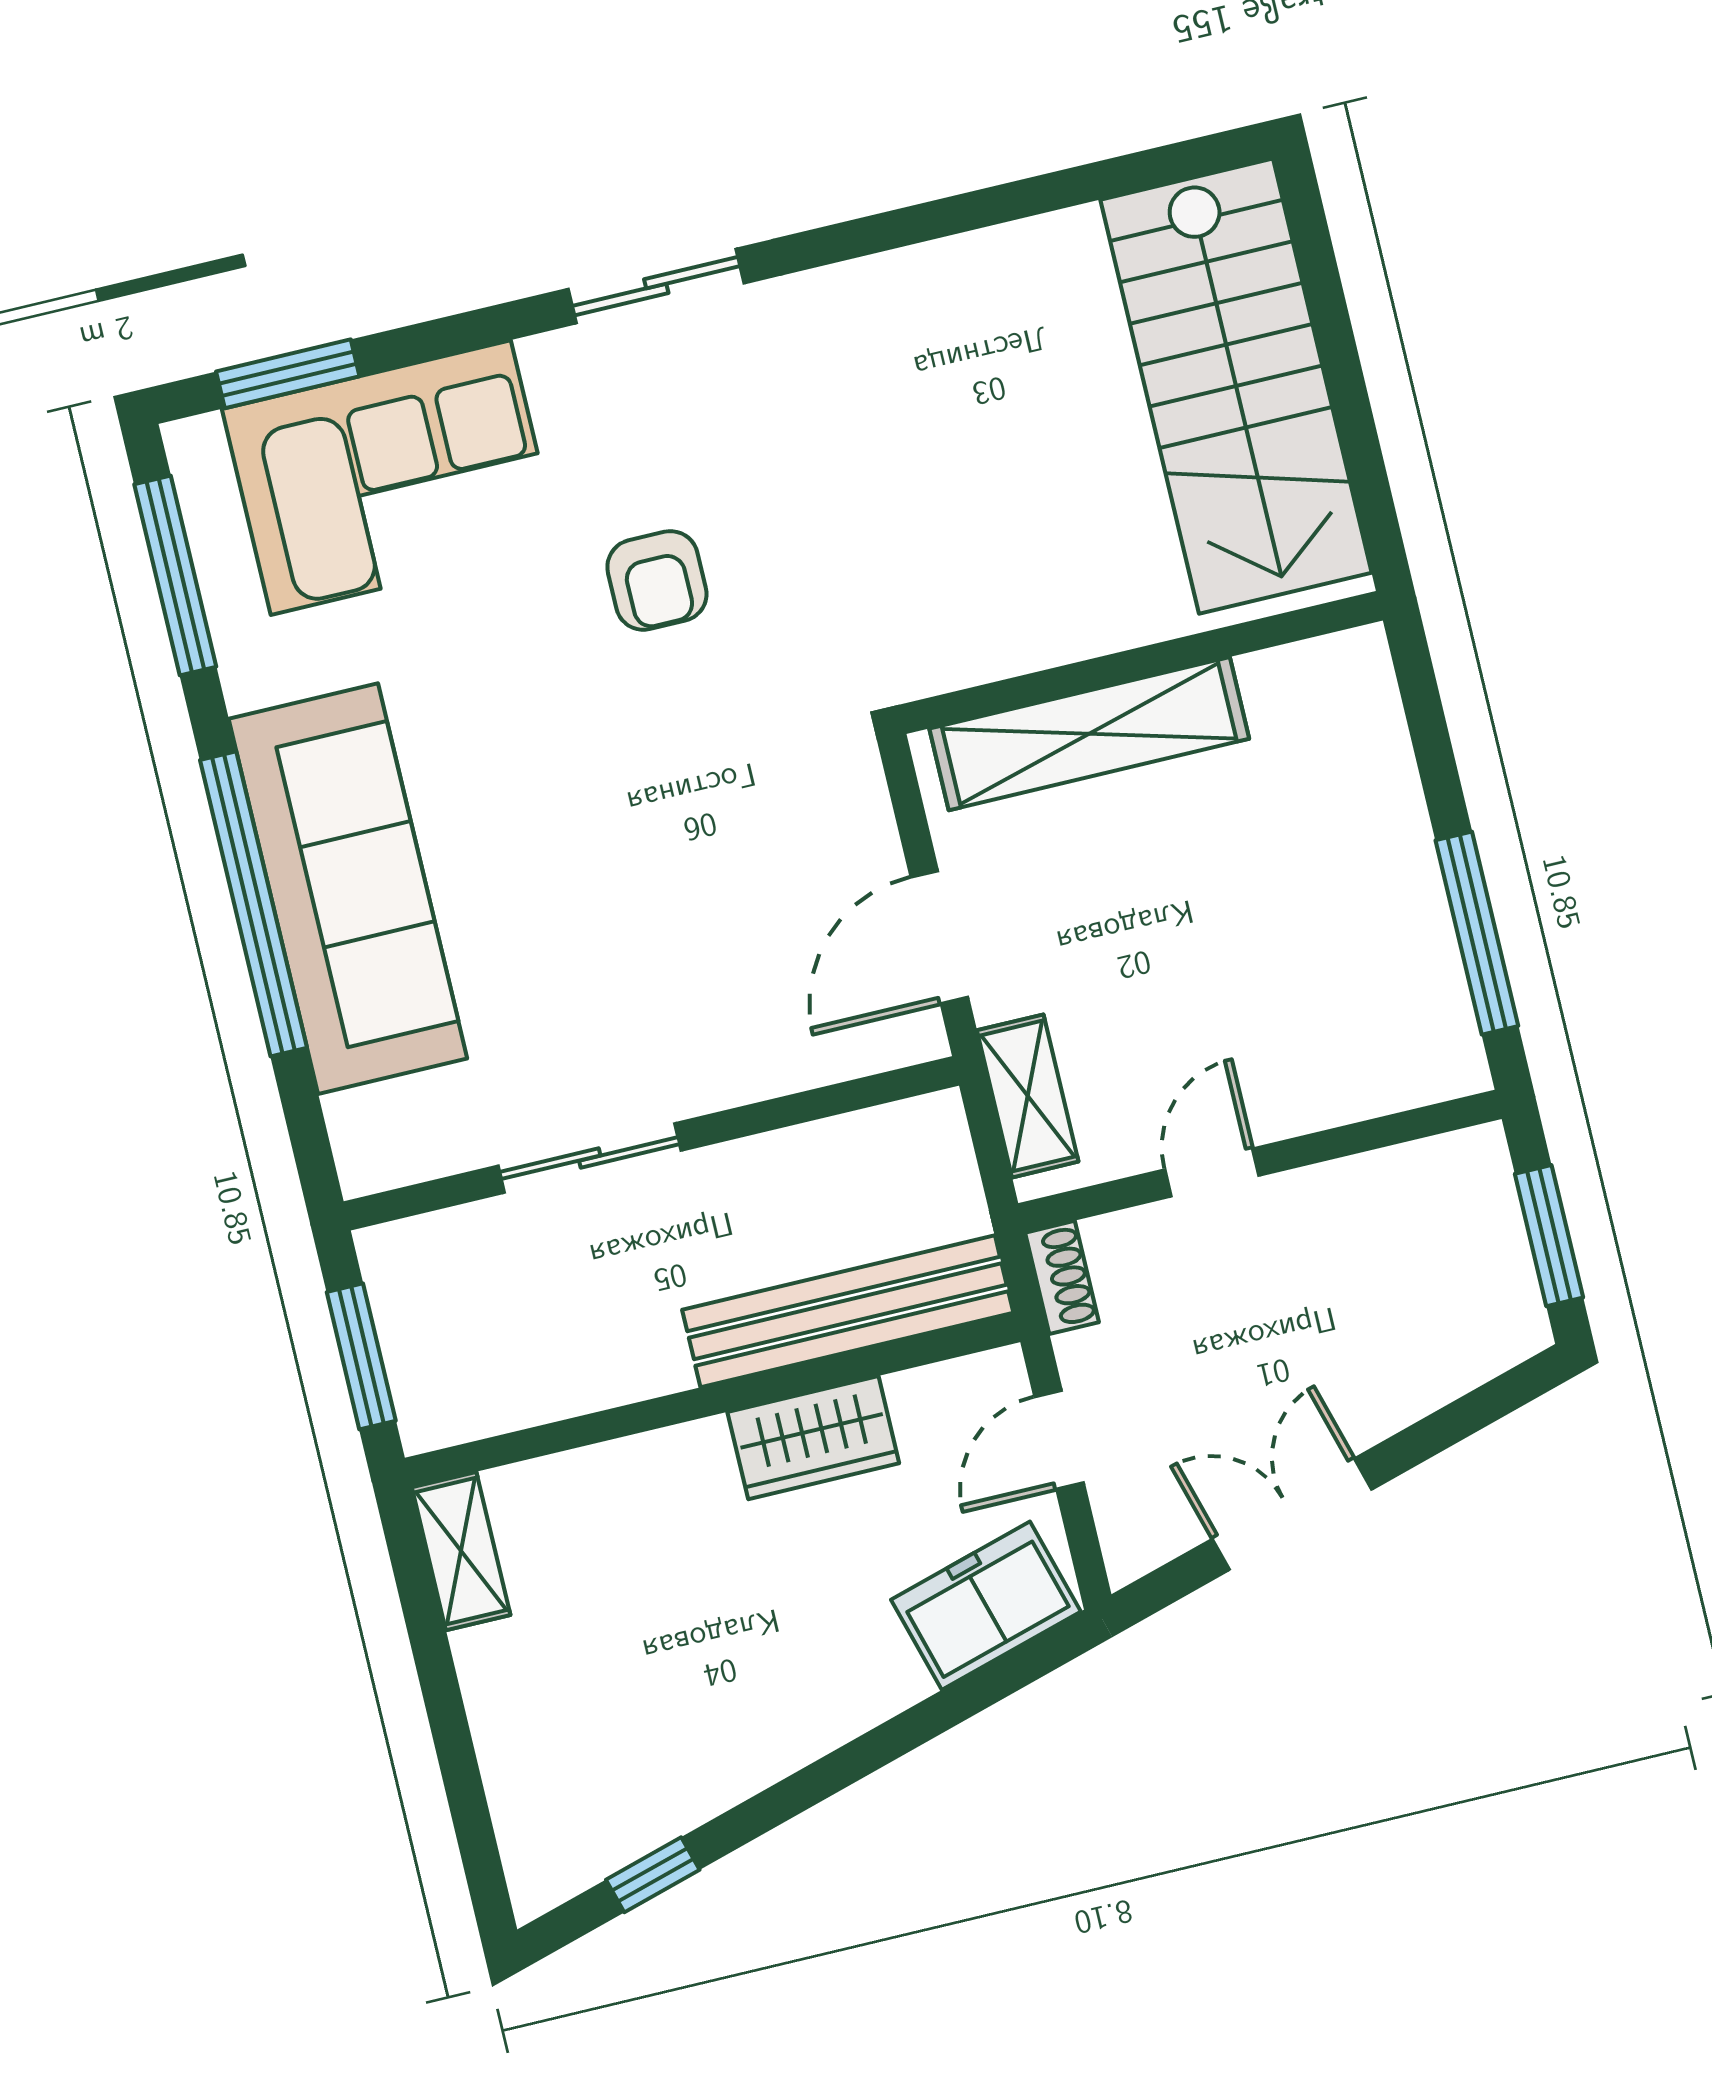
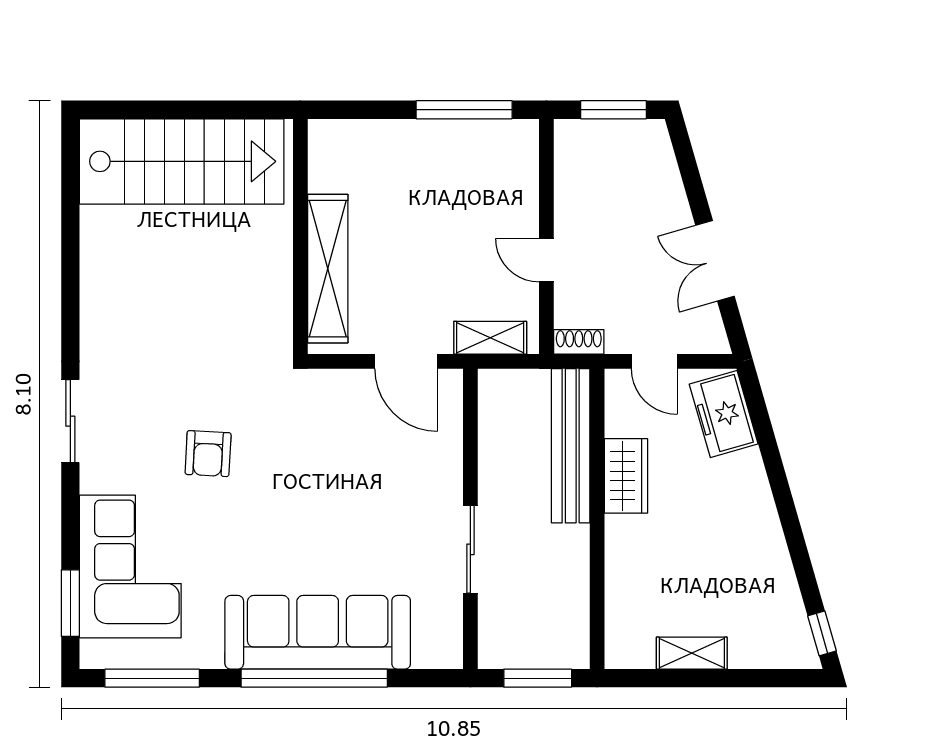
armchair: (657, 580) -> (208, 454), turned 93
shelving: (461, 1551) -> (692, 653), moved
window: (653, 1875) -> (822, 633), moved

